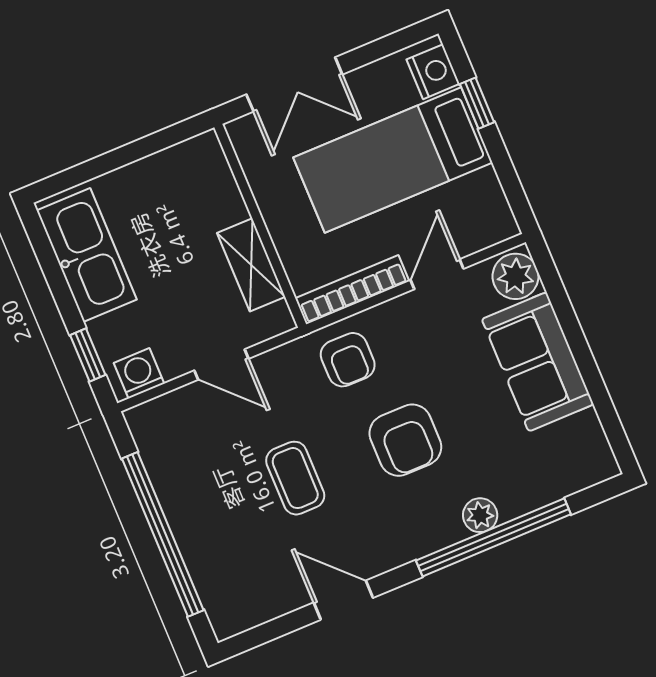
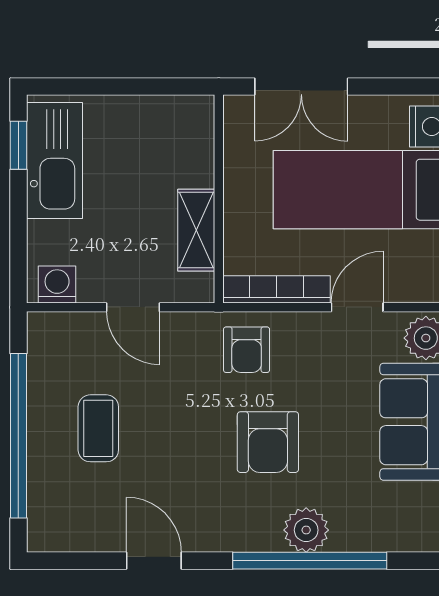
window: (88, 355) -> (18, 145), moved
coffee table: (295, 478) -> (98, 428), moved
plant: (480, 515) -> (306, 530), width x1.38, depth x1.38

